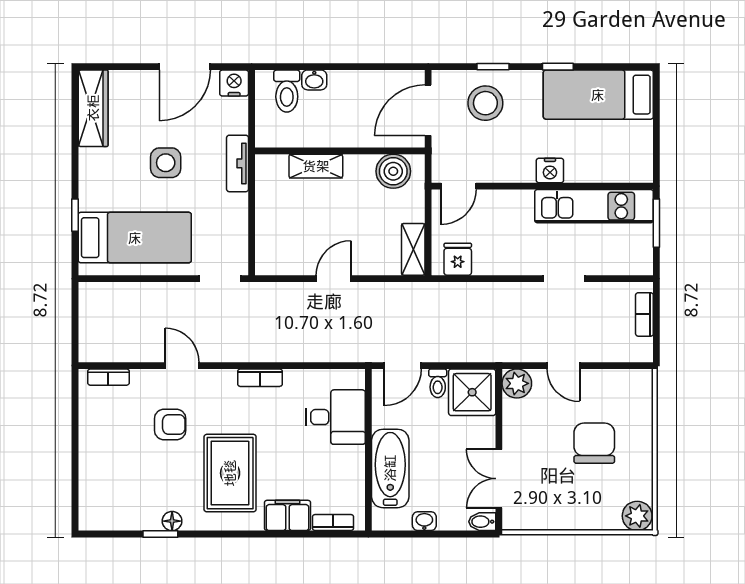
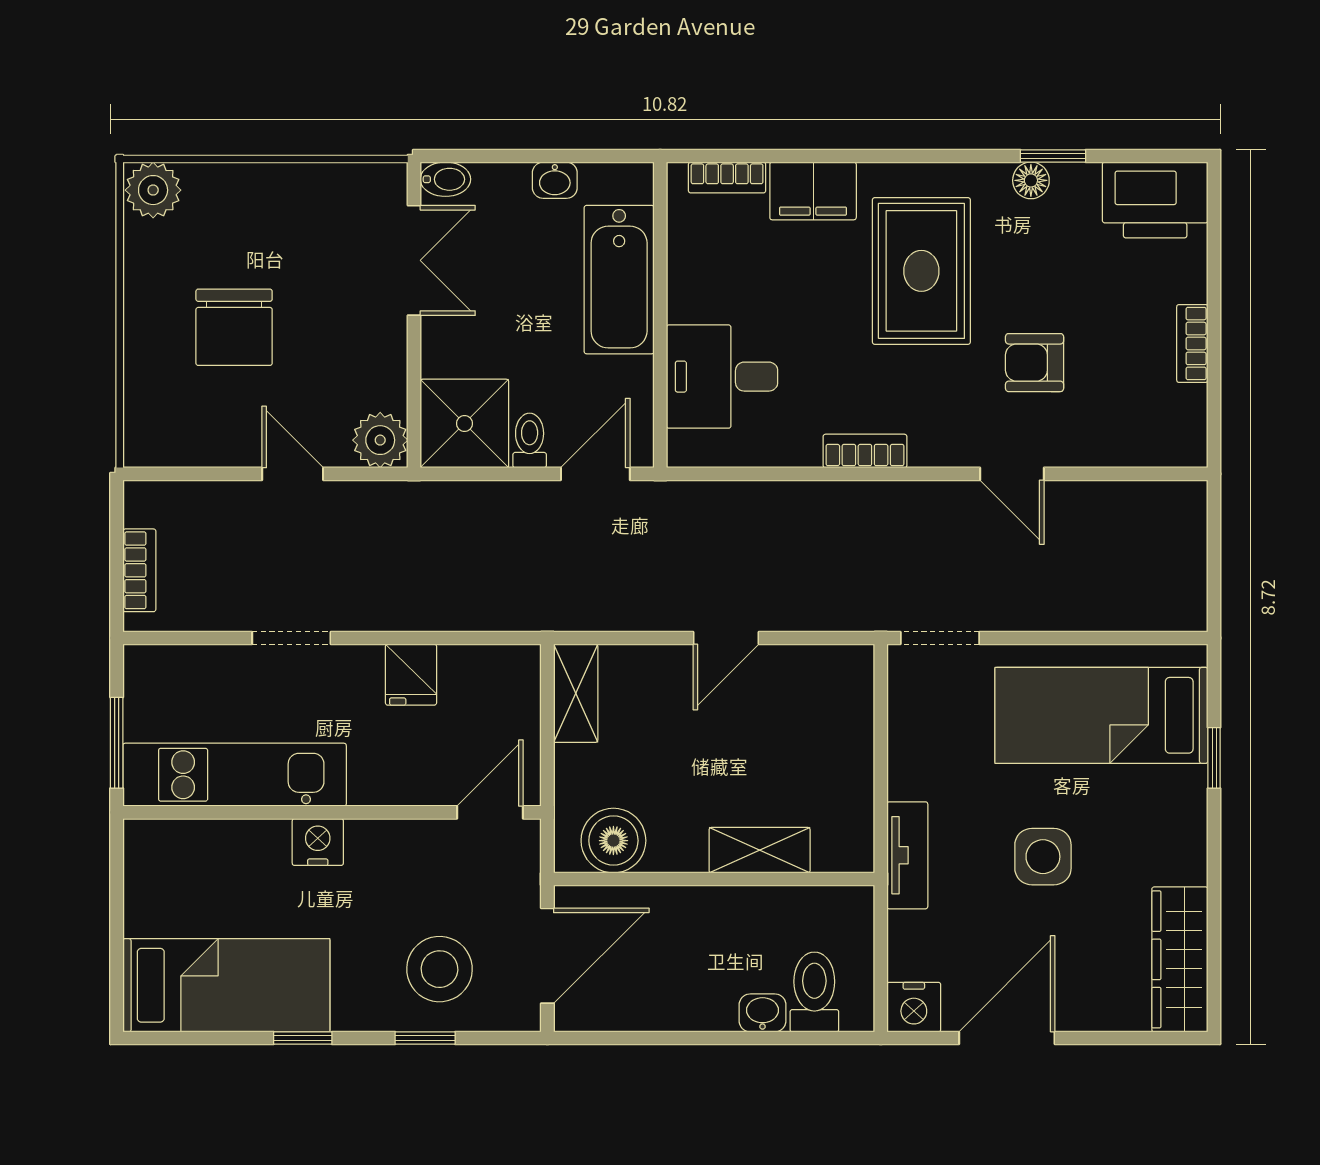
fridge: (458, 259) -> (411, 675), moved
bookcase: (108, 377) -> (1192, 343), moved, turned -90
printer: (106, 511) -> (1155, 200), added

